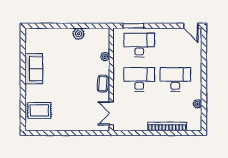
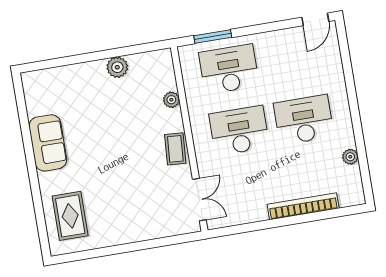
door: (191, 26) -> (315, 19), hinge flipped
rug: (39, 110) -> (70, 216), turned 90
double door: (111, 113) -> (199, 200), swing flipped

